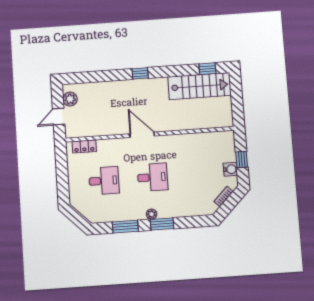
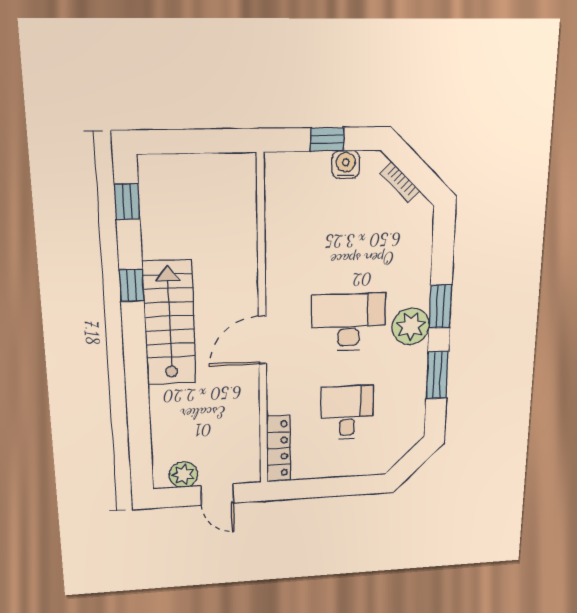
window: (140, 73) -> (132, 285), moved
stairs: (199, 86) -> (169, 323), moved
locker: (84, 146) -> (278, 448), width x1.53
desk: (153, 177) -> (348, 322), width x1.37
plant: (152, 214) -> (411, 326), width x1.87, depth x1.87

